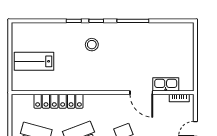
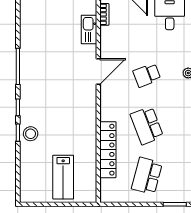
stool: (92, 45) -> (31, 134), moved
door: (141, 93) -> (98, 72), moved

